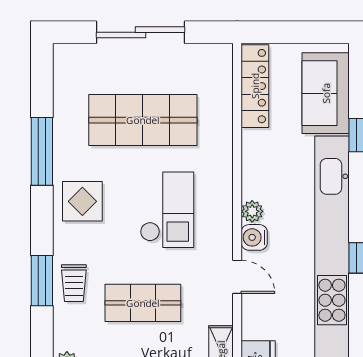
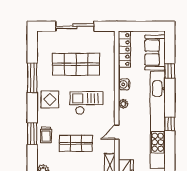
checkout: (167, 210) -> (86, 103), turned -90
water cooler: (254, 237) -> (124, 84), moved
door: (237, 277) -> (117, 132), swing flipped

